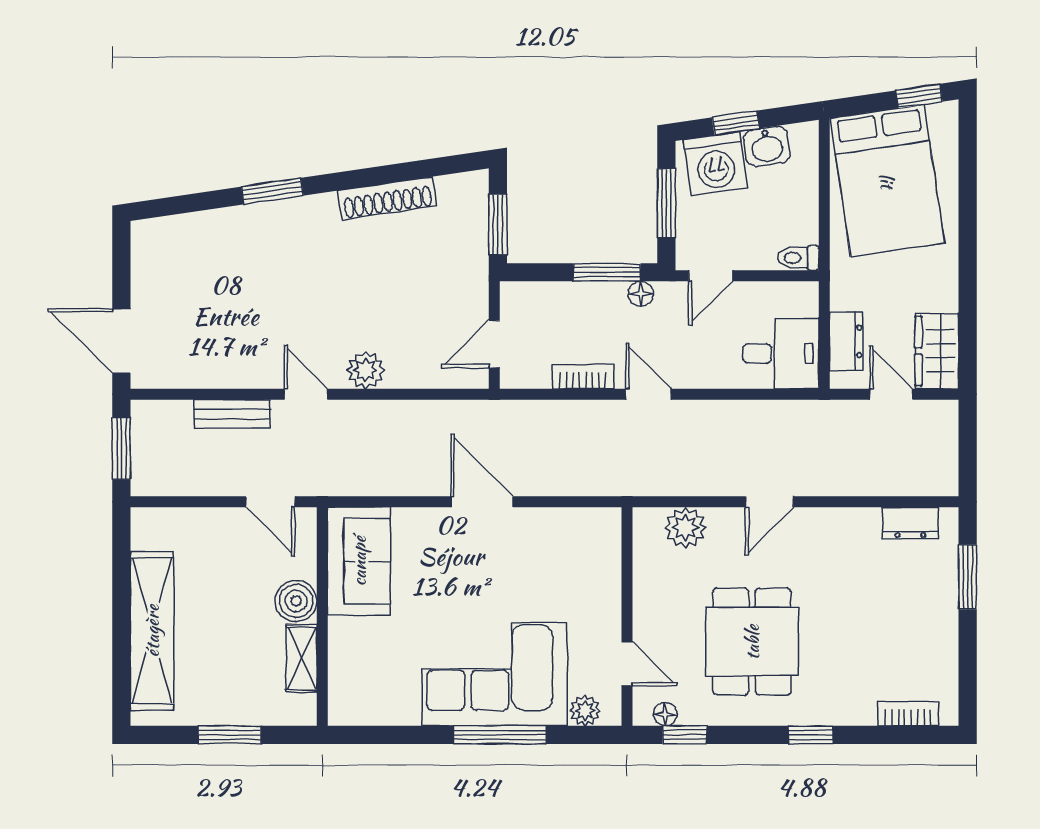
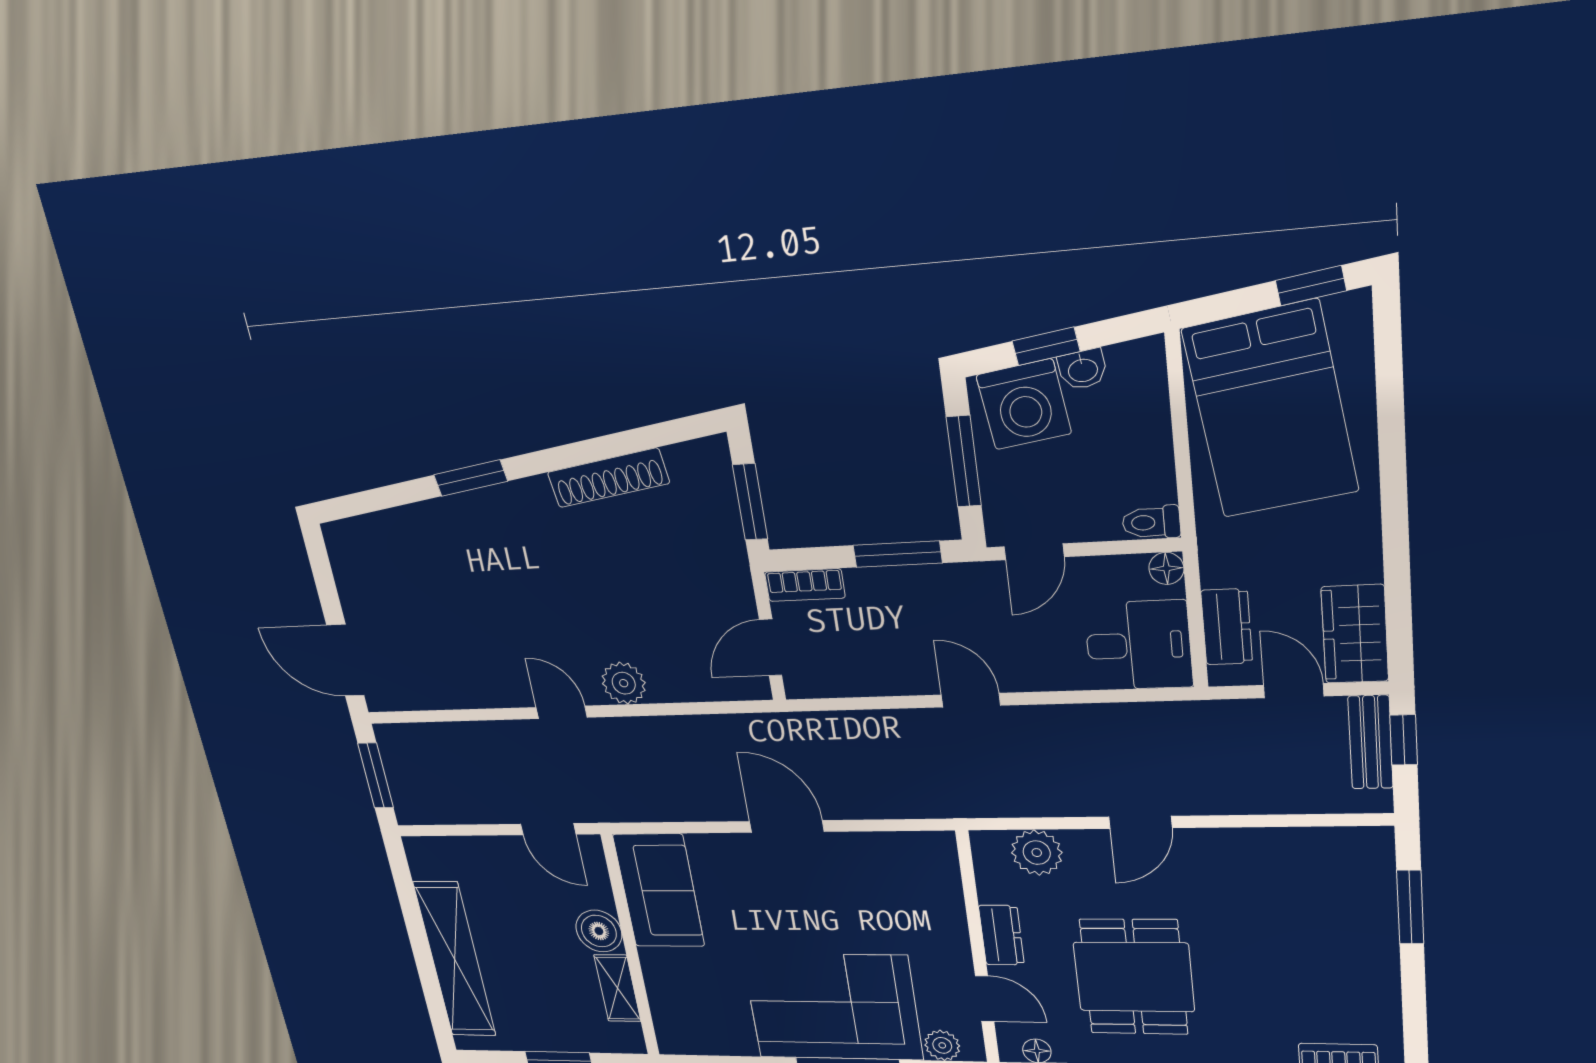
washbasin: (767, 146) -> (1083, 369), width x0.72, depth x0.69
floor lamp: (641, 294) -> (1166, 568), moved
bookcase: (583, 377) -> (805, 585), moved, turned 180
bench: (232, 414) -> (1371, 742), moved, turned 90
window: (968, 436) -> (1404, 740), added
dresser: (910, 523) -> (1001, 935), moved, turned -90

